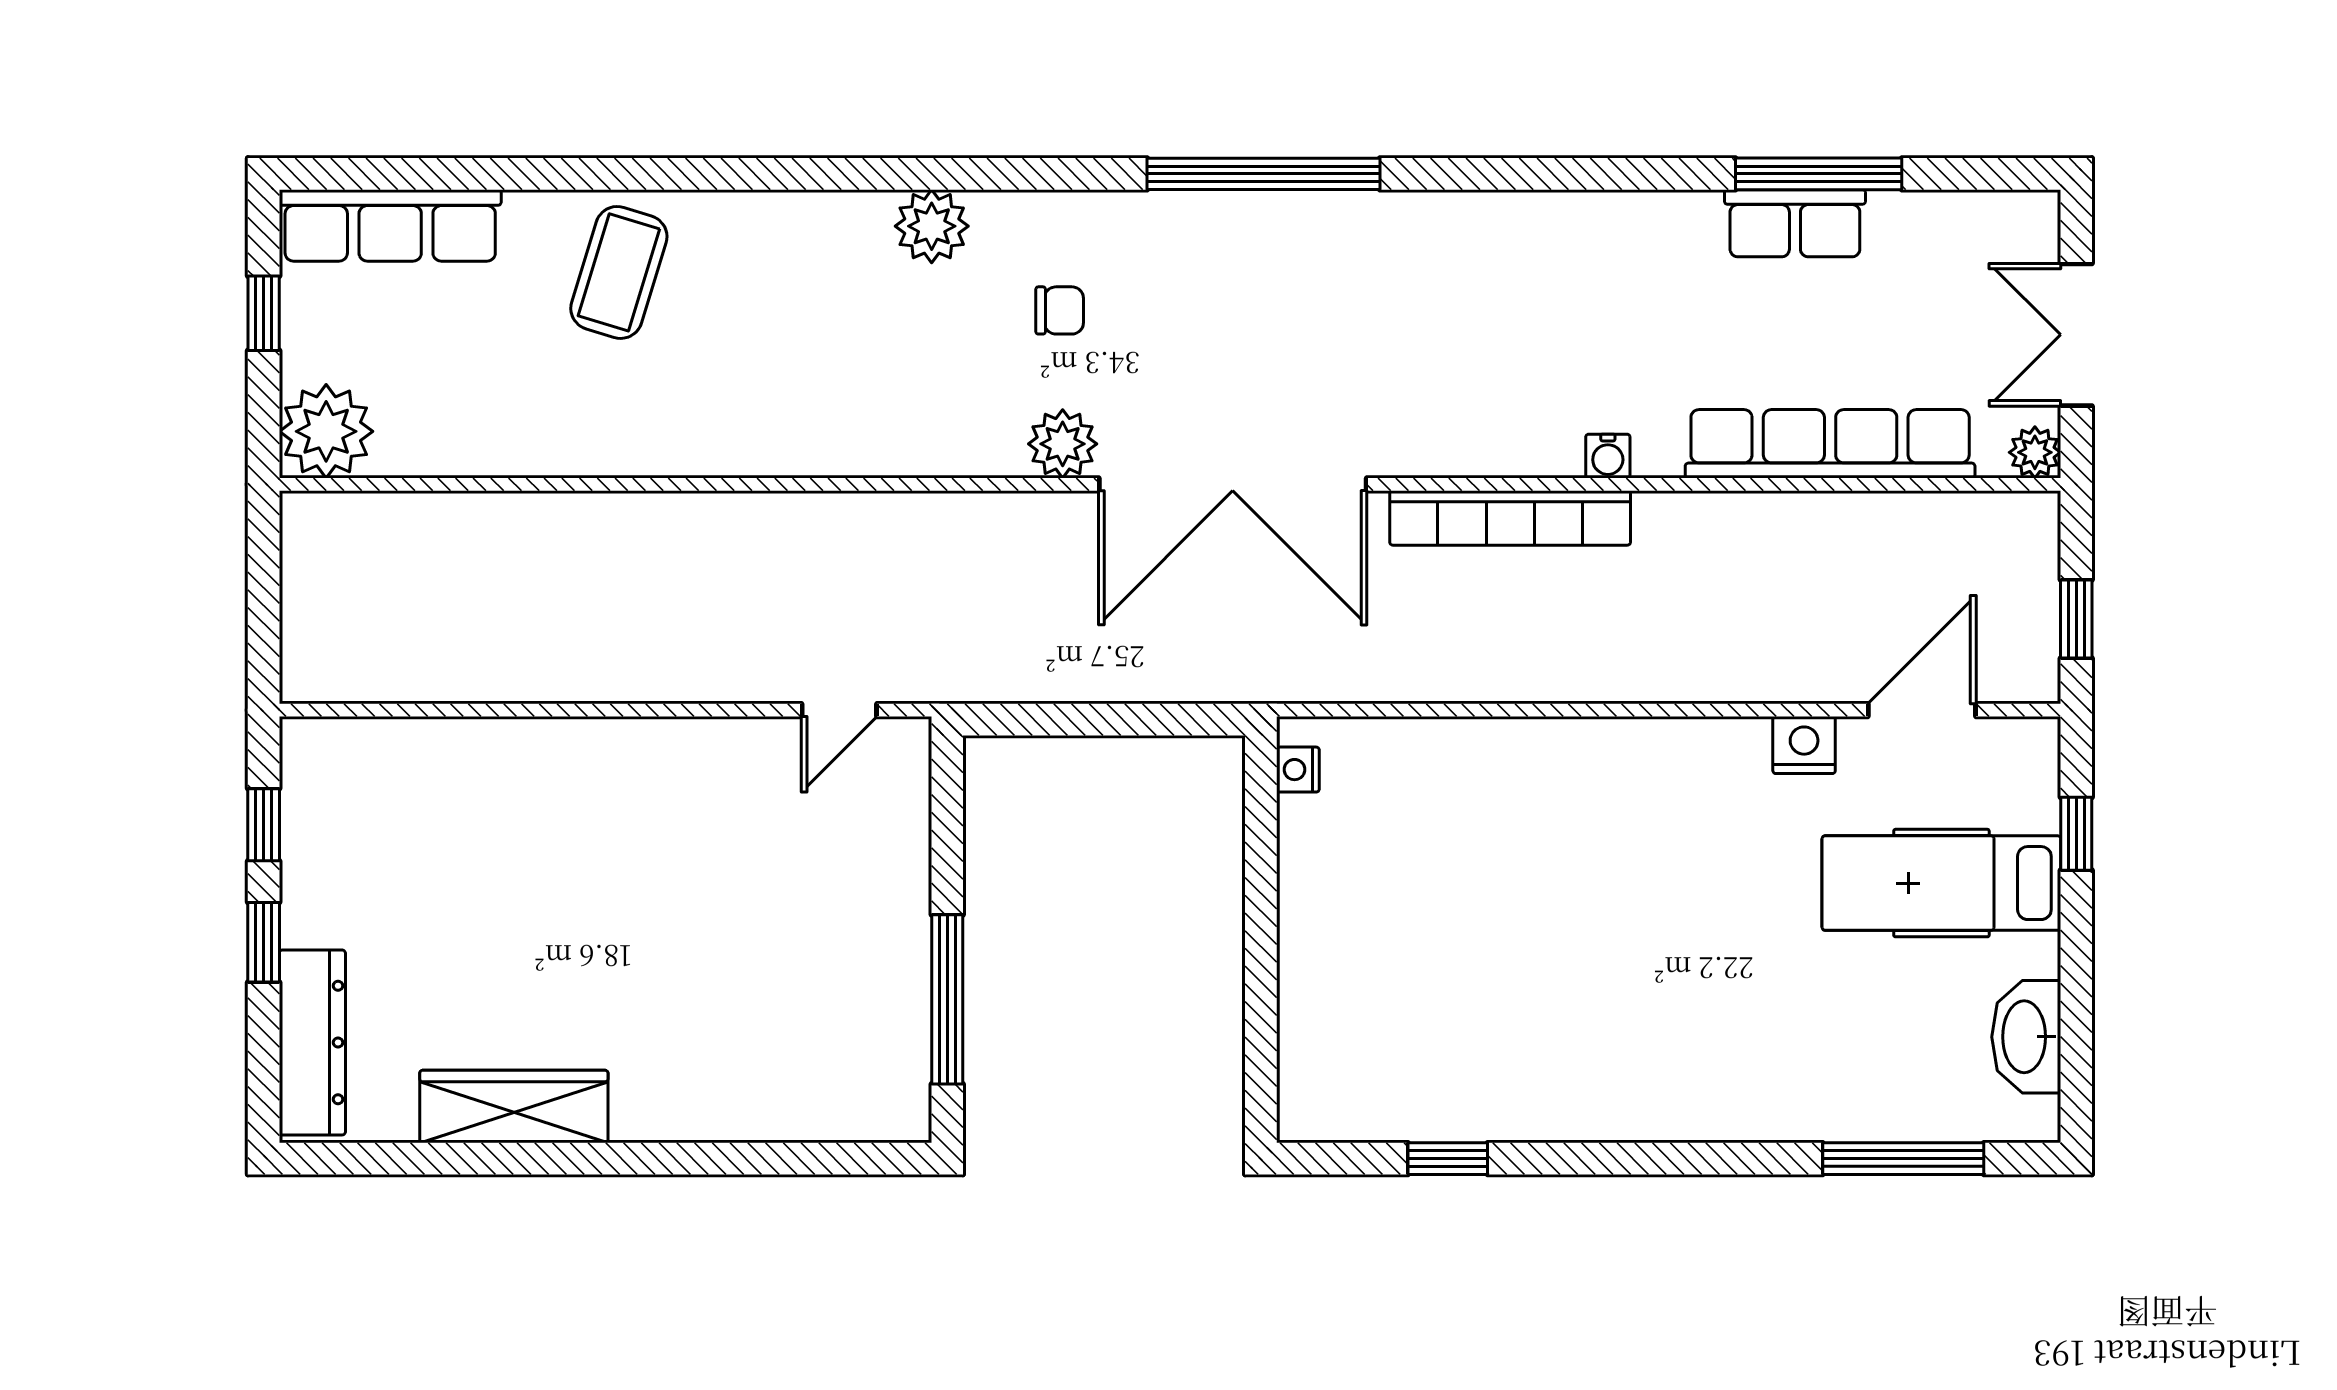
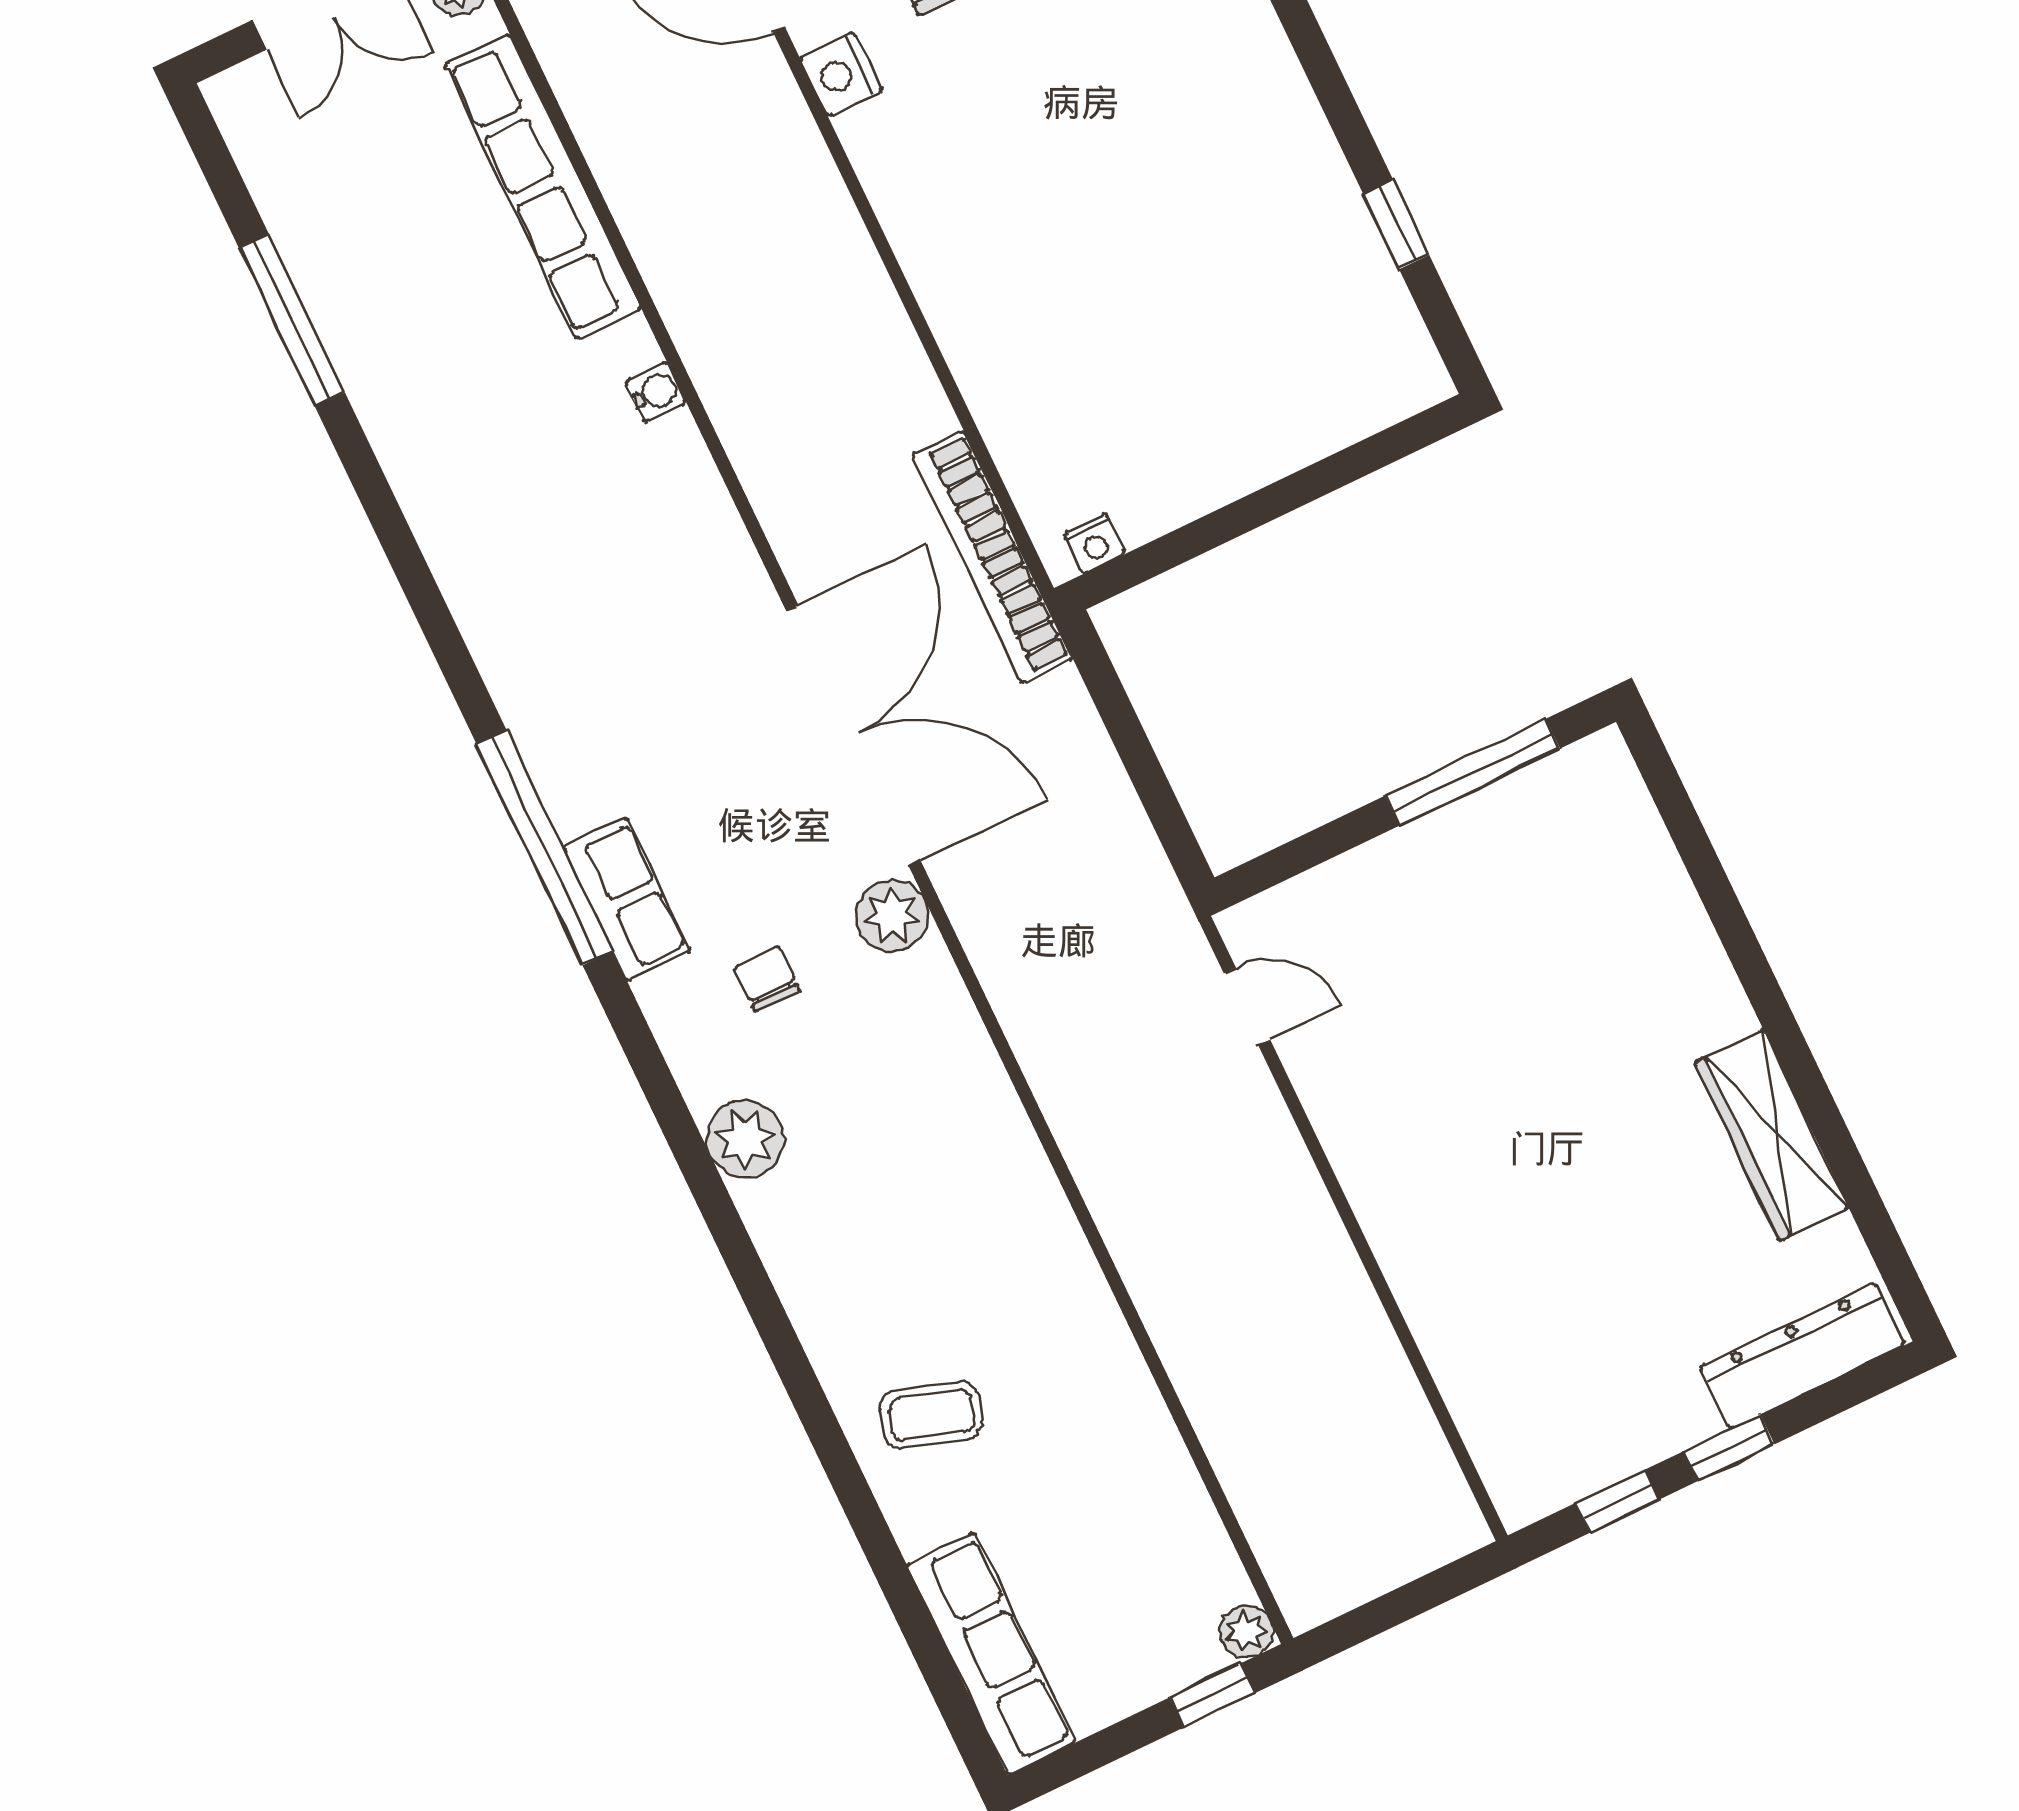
row of seats: (1795, 223) -> (627, 899), moved
coffee table: (619, 272) -> (931, 1415), width x0.73, depth x0.77
window: (264, 313) -> (1212, 1695), moved
plant: (326, 431) -> (1246, 1632), width x0.53, depth x0.53
bookcase: (1510, 518) -> (992, 557), moved, turned 180

